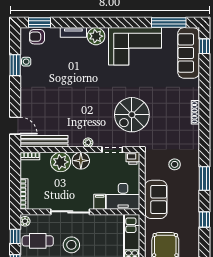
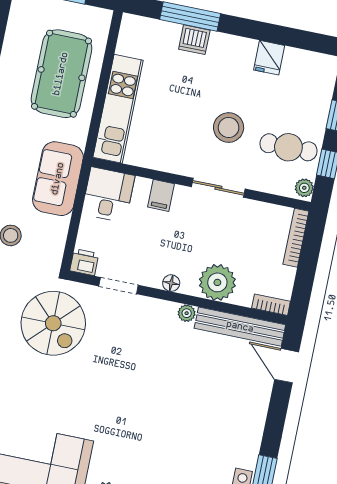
spiral stairs: (132, 115) -> (53, 323), moved, turned 90
plant: (88, 142) -> (187, 313), moved
floor lamp: (81, 161) -> (171, 283), width x0.53, depth x0.53
desk: (123, 196) -> (108, 195), width x0.73
sliding door: (70, 212) -> (218, 188), width x0.73

